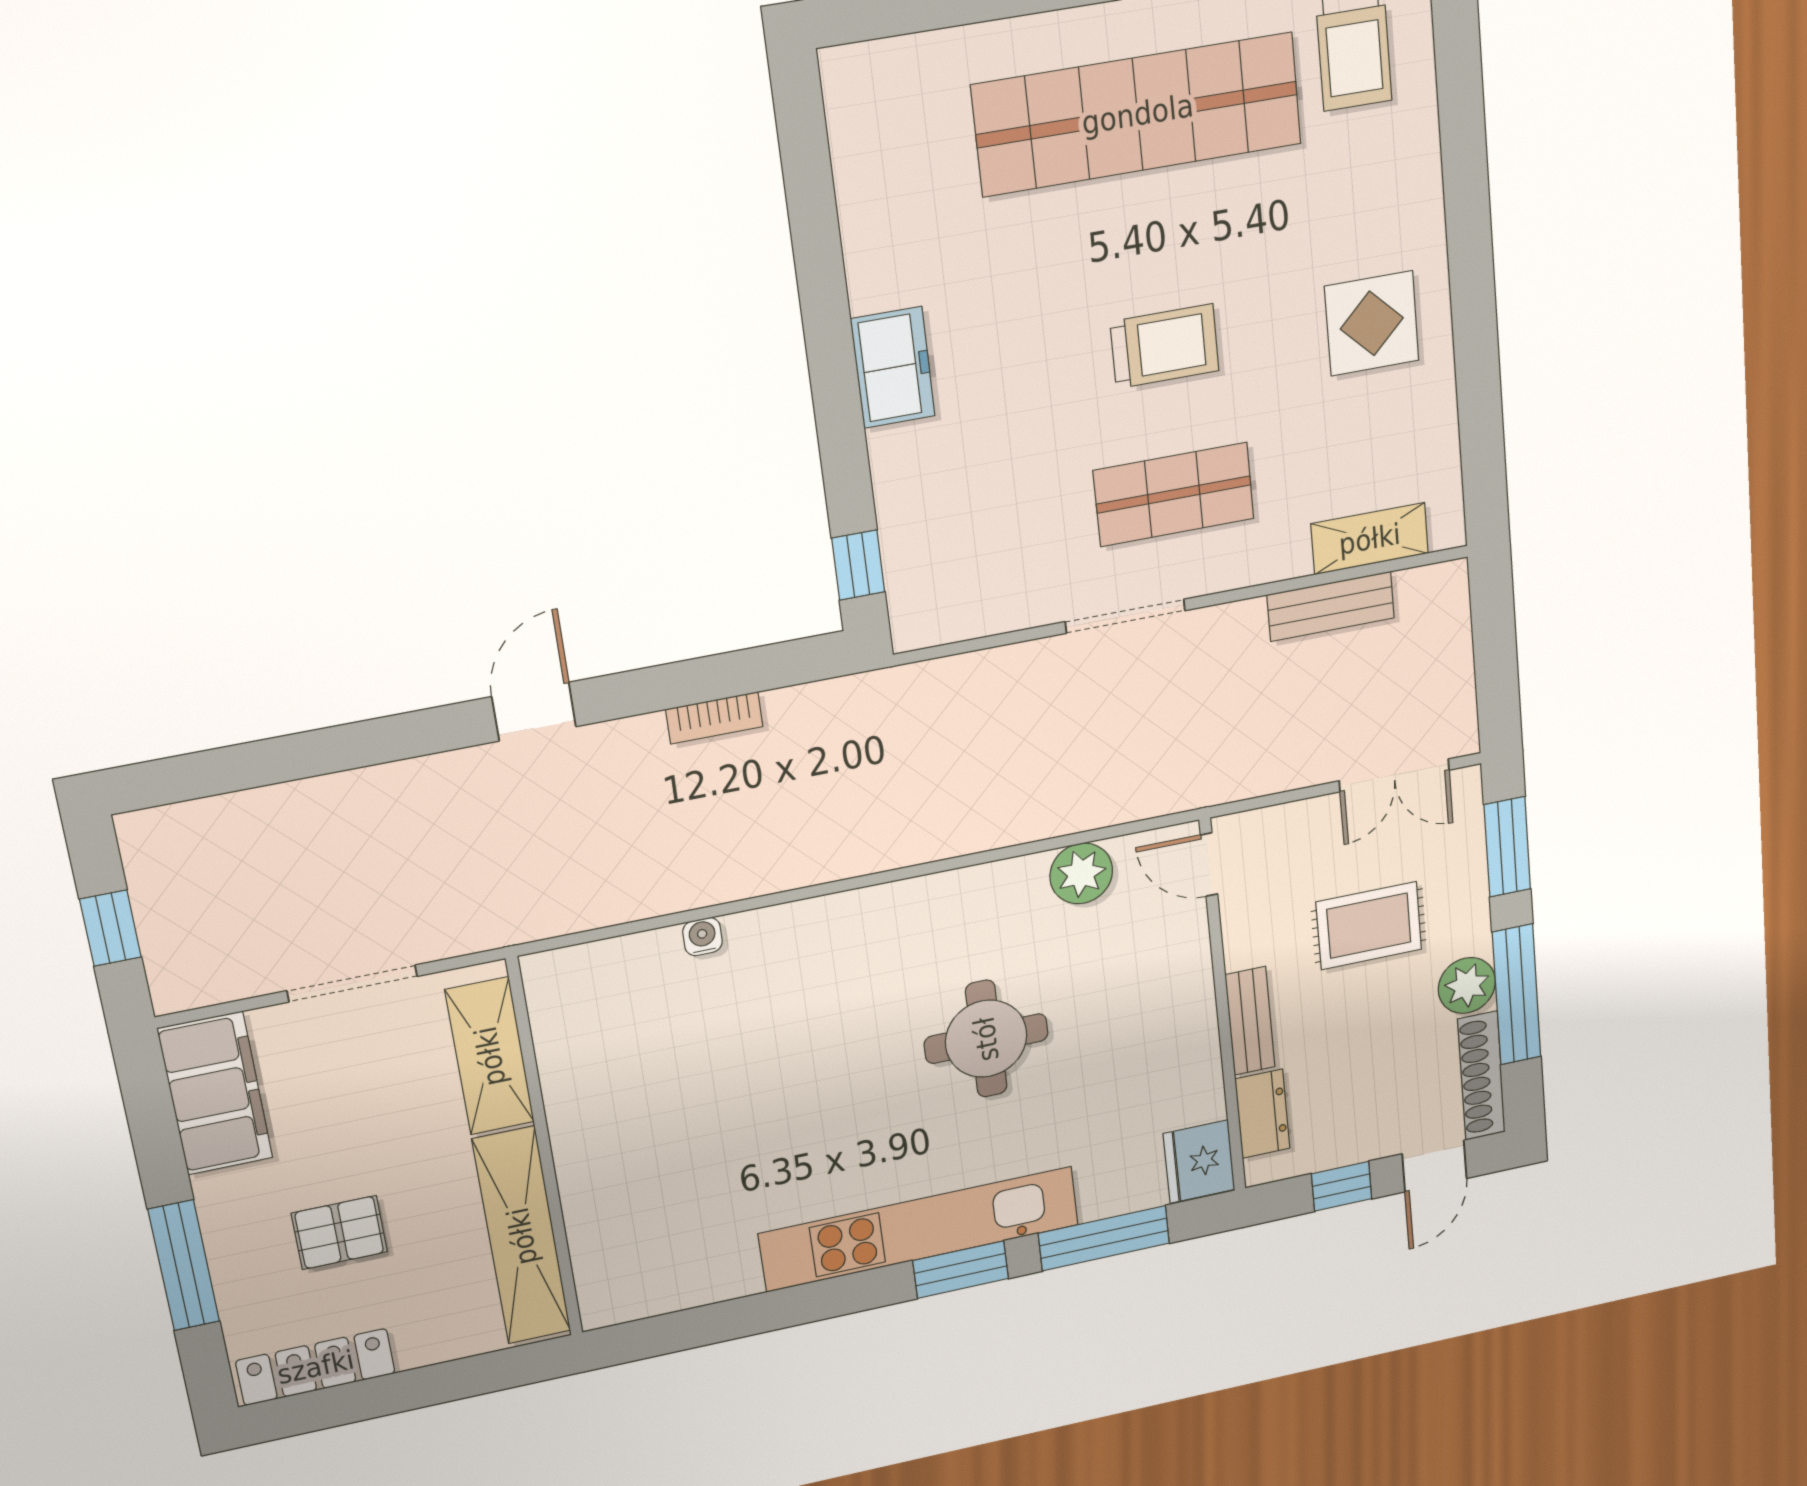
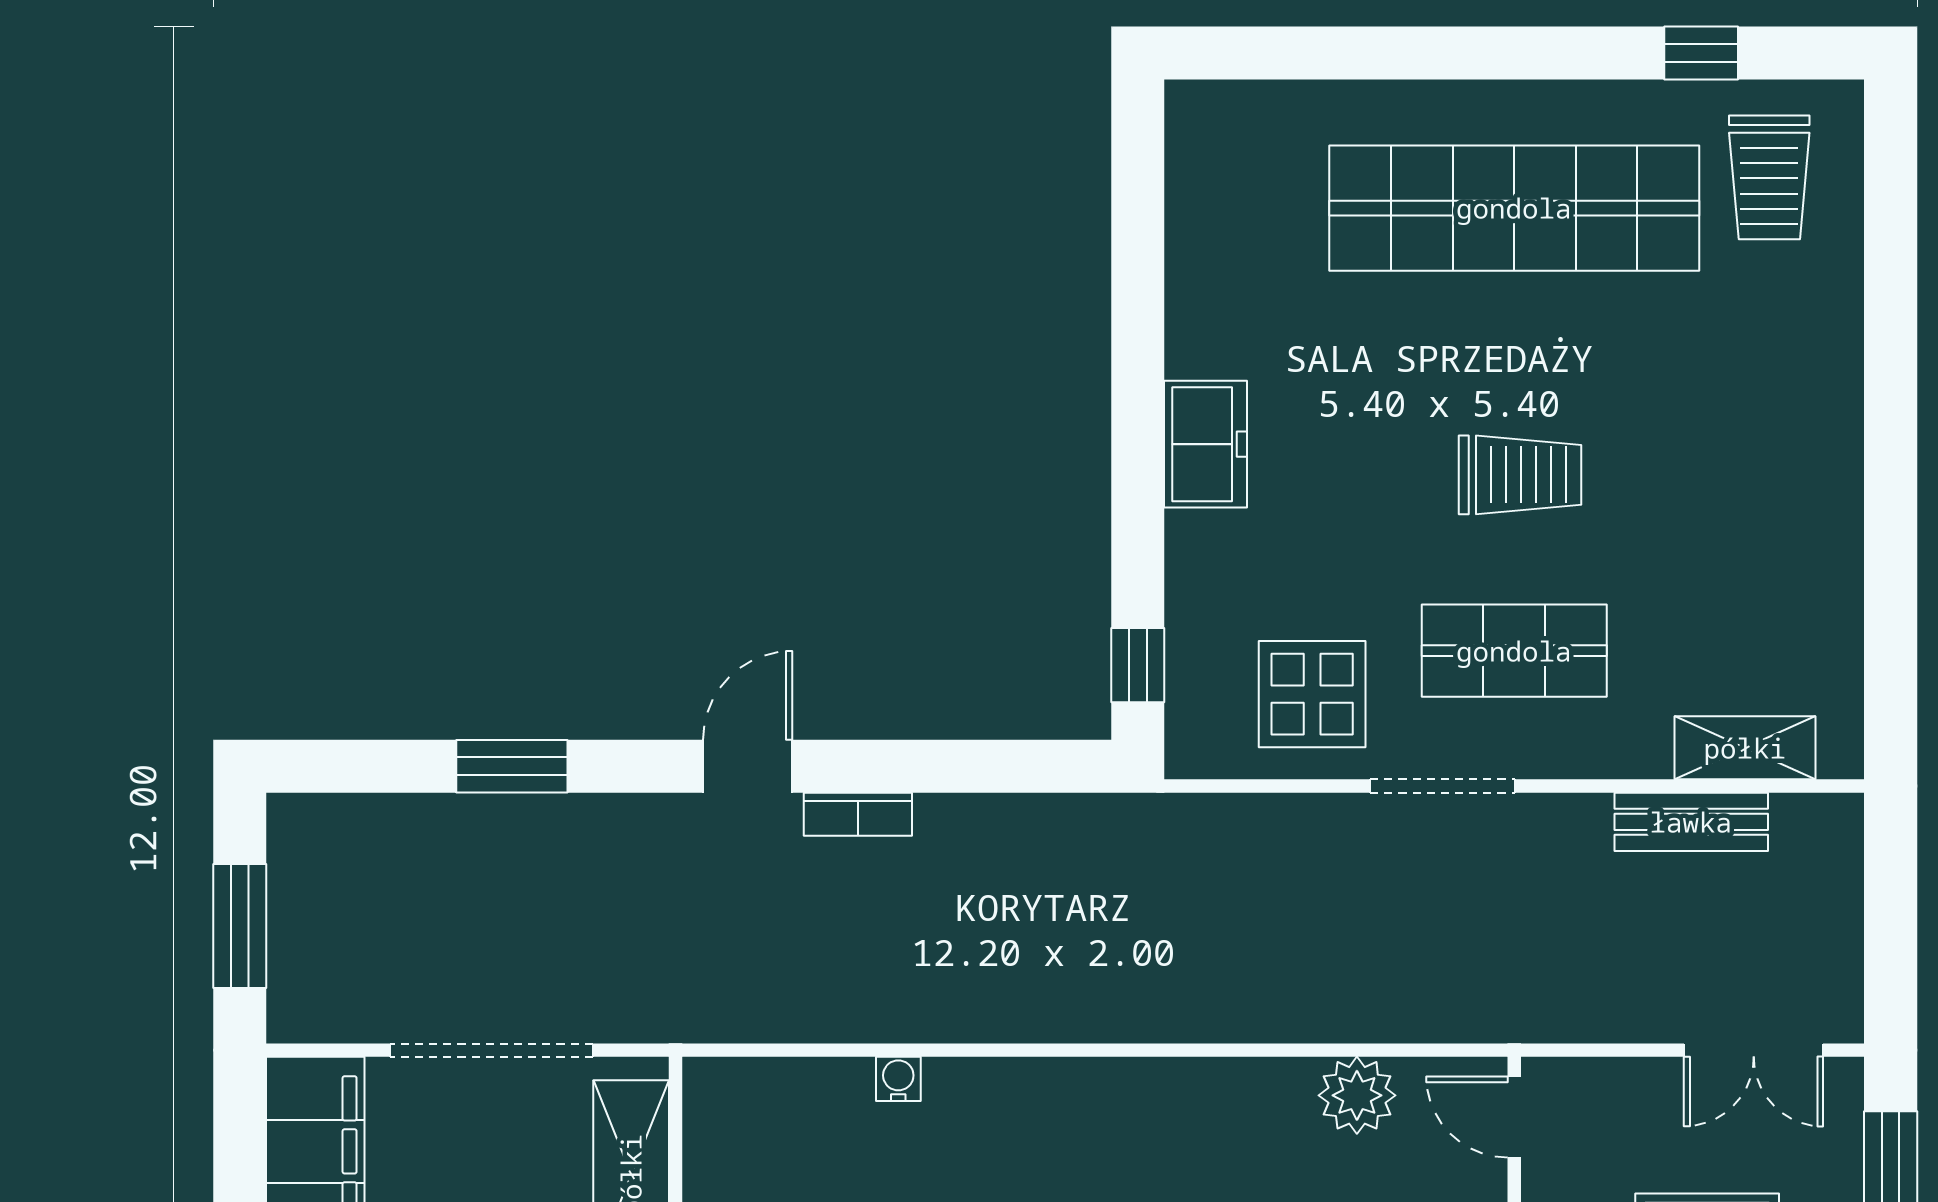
display table: (1372, 323) -> (1312, 694), moved
bookcase: (714, 718) -> (858, 814), moved
window: (326, 751) -> (512, 766), added
window: (110, 928) -> (240, 926), width x1.50
doorway: (352, 983) -> (491, 1050), width x1.36

